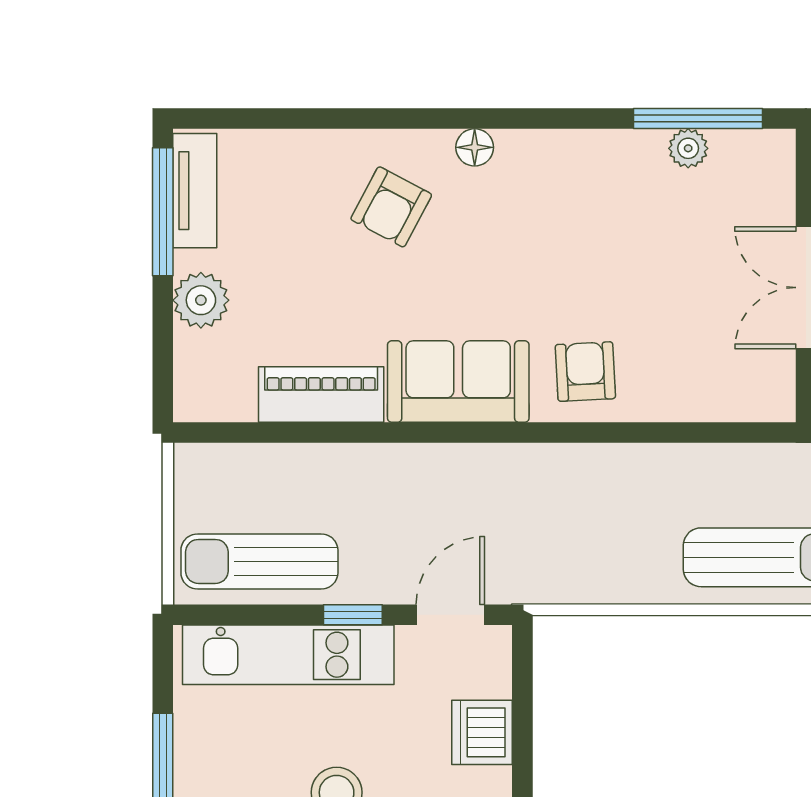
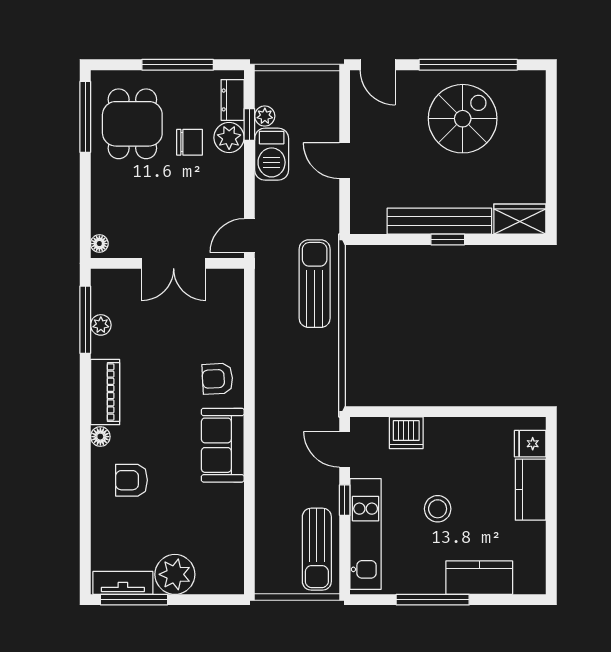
armchair: (391, 207) -> (131, 480), turned 152
plant: (201, 300) -> (175, 574), width x1.36, depth x1.36
piano: (321, 394) -> (105, 392), moved, turned 180

